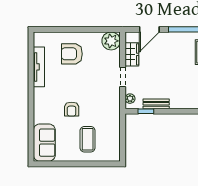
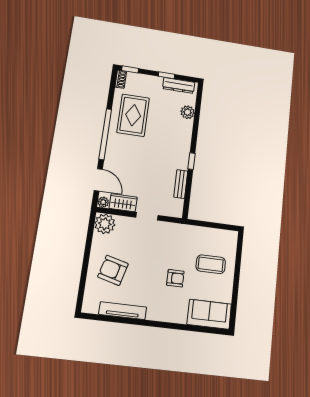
armchair: (72, 54) -> (113, 270), turned 105
plant: (130, 99) -> (103, 202), moved
window: (146, 111) -> (191, 161), moved

